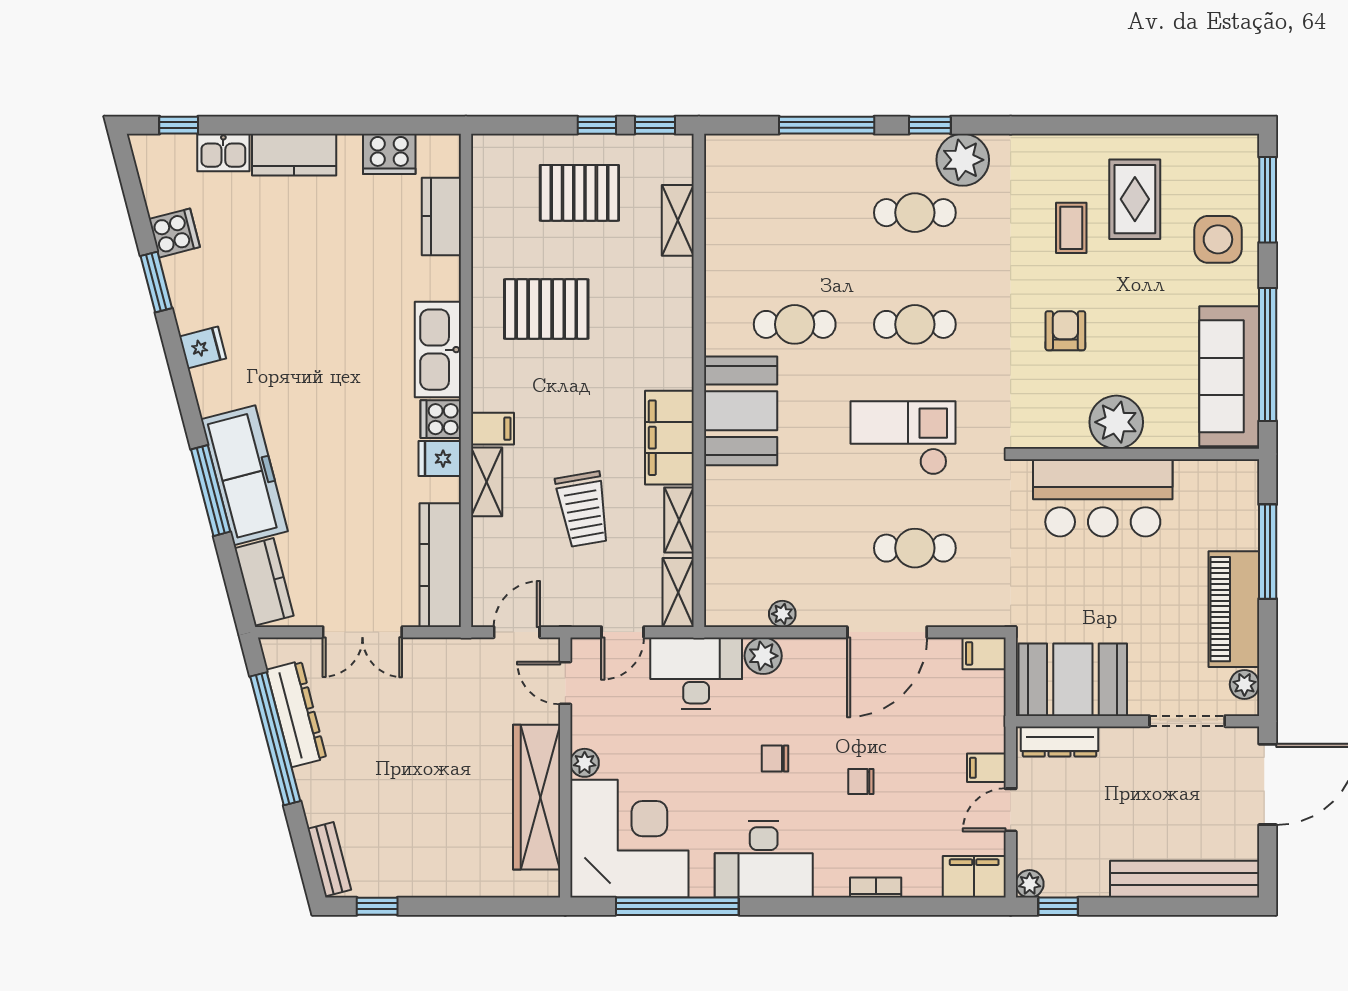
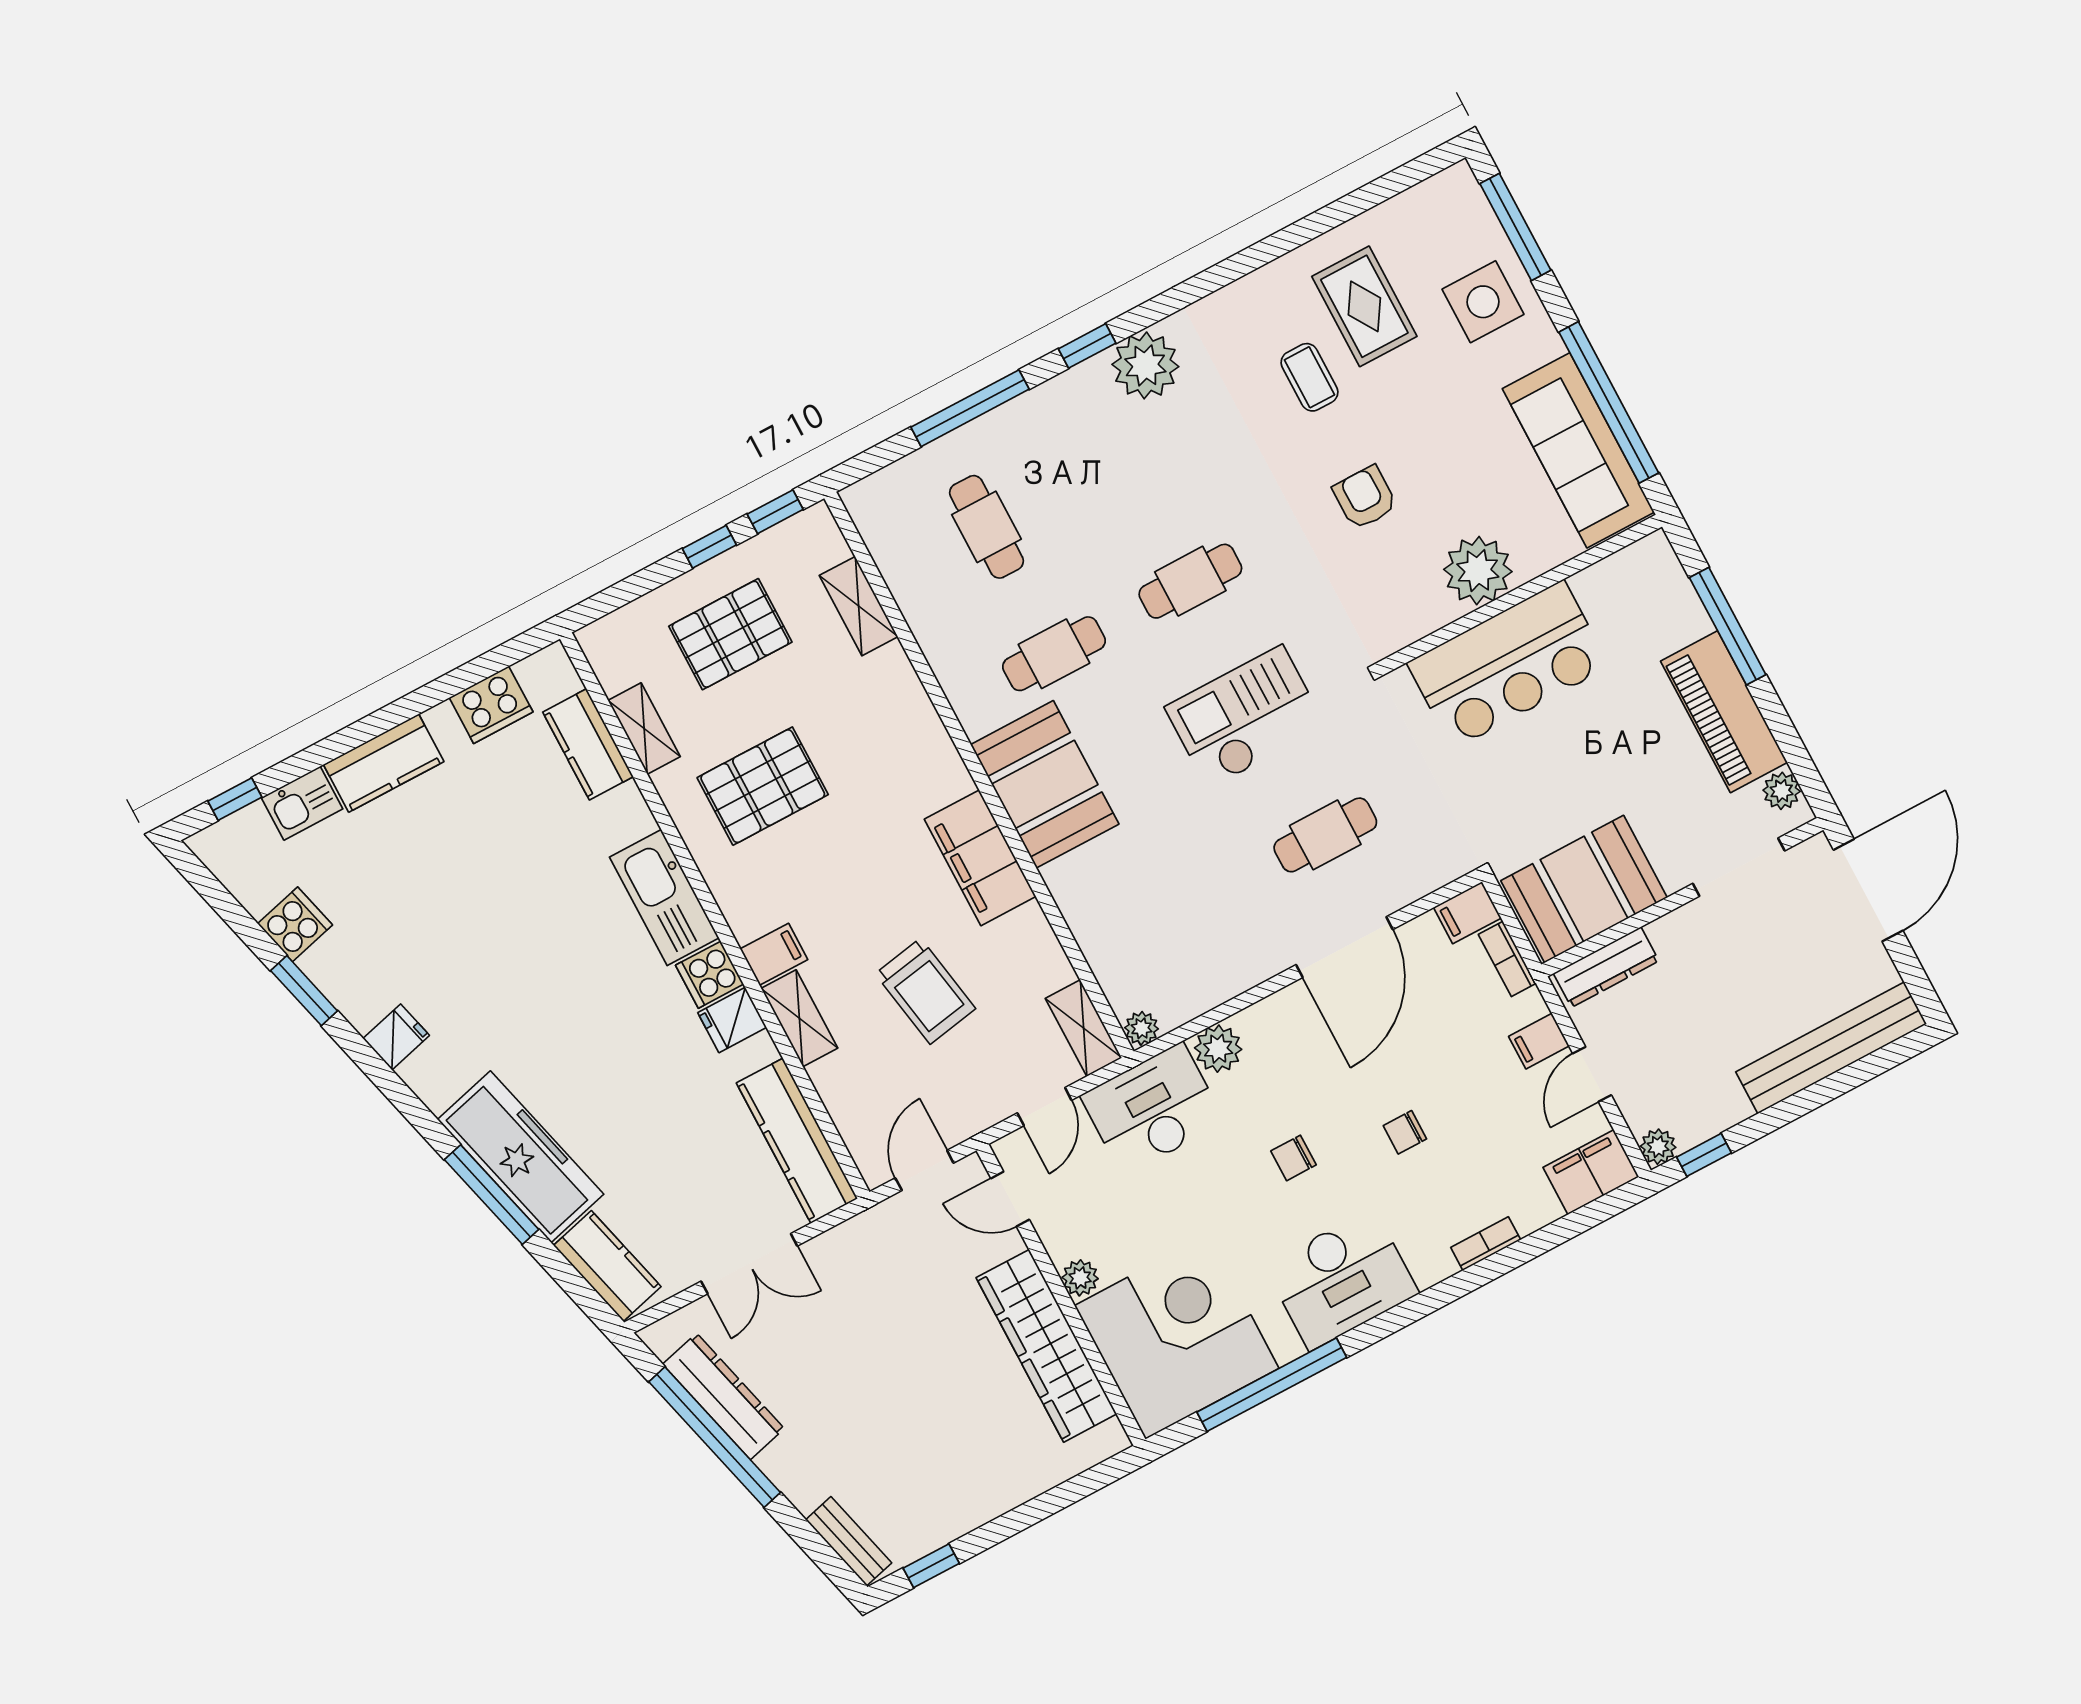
cafe table: (915, 213) -> (987, 527), moved, turned 90
shelving: (679, 520) -> (644, 729), moved
plant: (782, 614) -> (1142, 1028), moved
bookcase: (995, 700) -> (1507, 959), added

